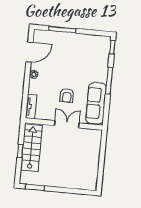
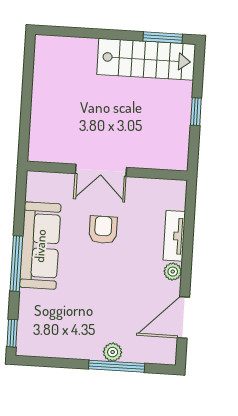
plant: (64, 36) -> (113, 352), added
sofa: (96, 103) -> (40, 246), moved
tv unit: (31, 107) -> (174, 236), moved
stairs: (31, 148) -> (146, 59), moved, turned -90

